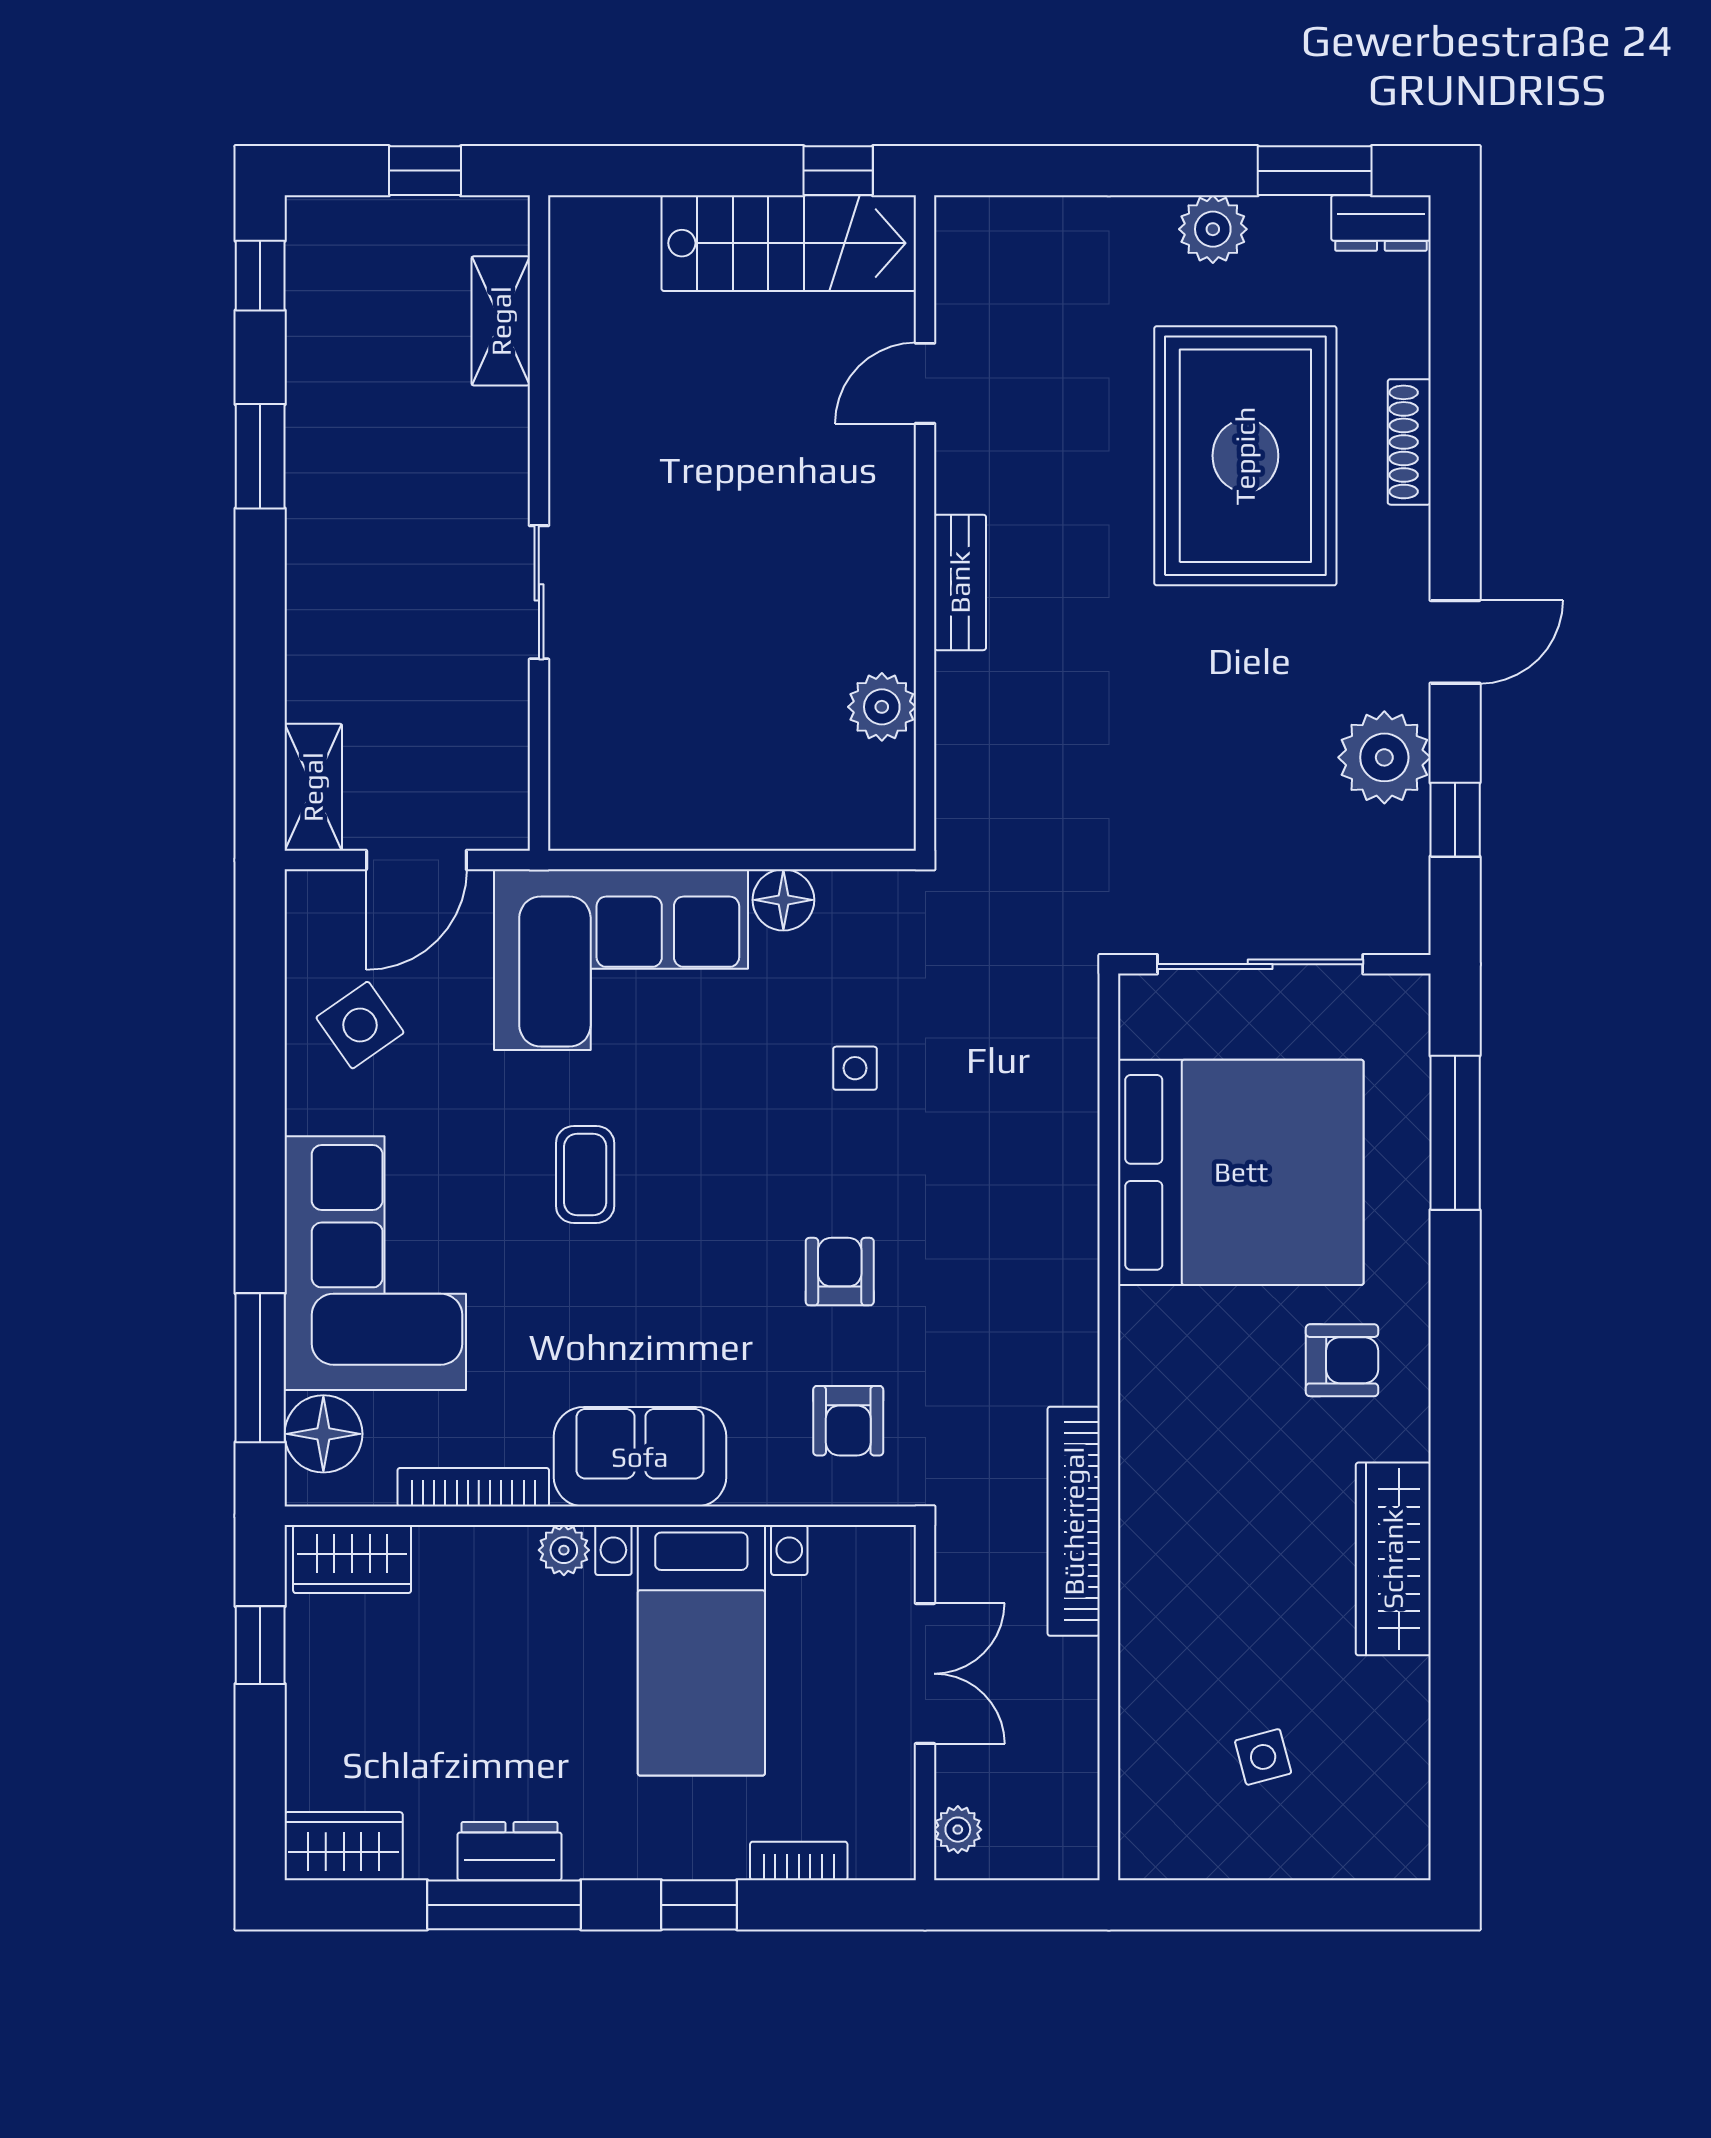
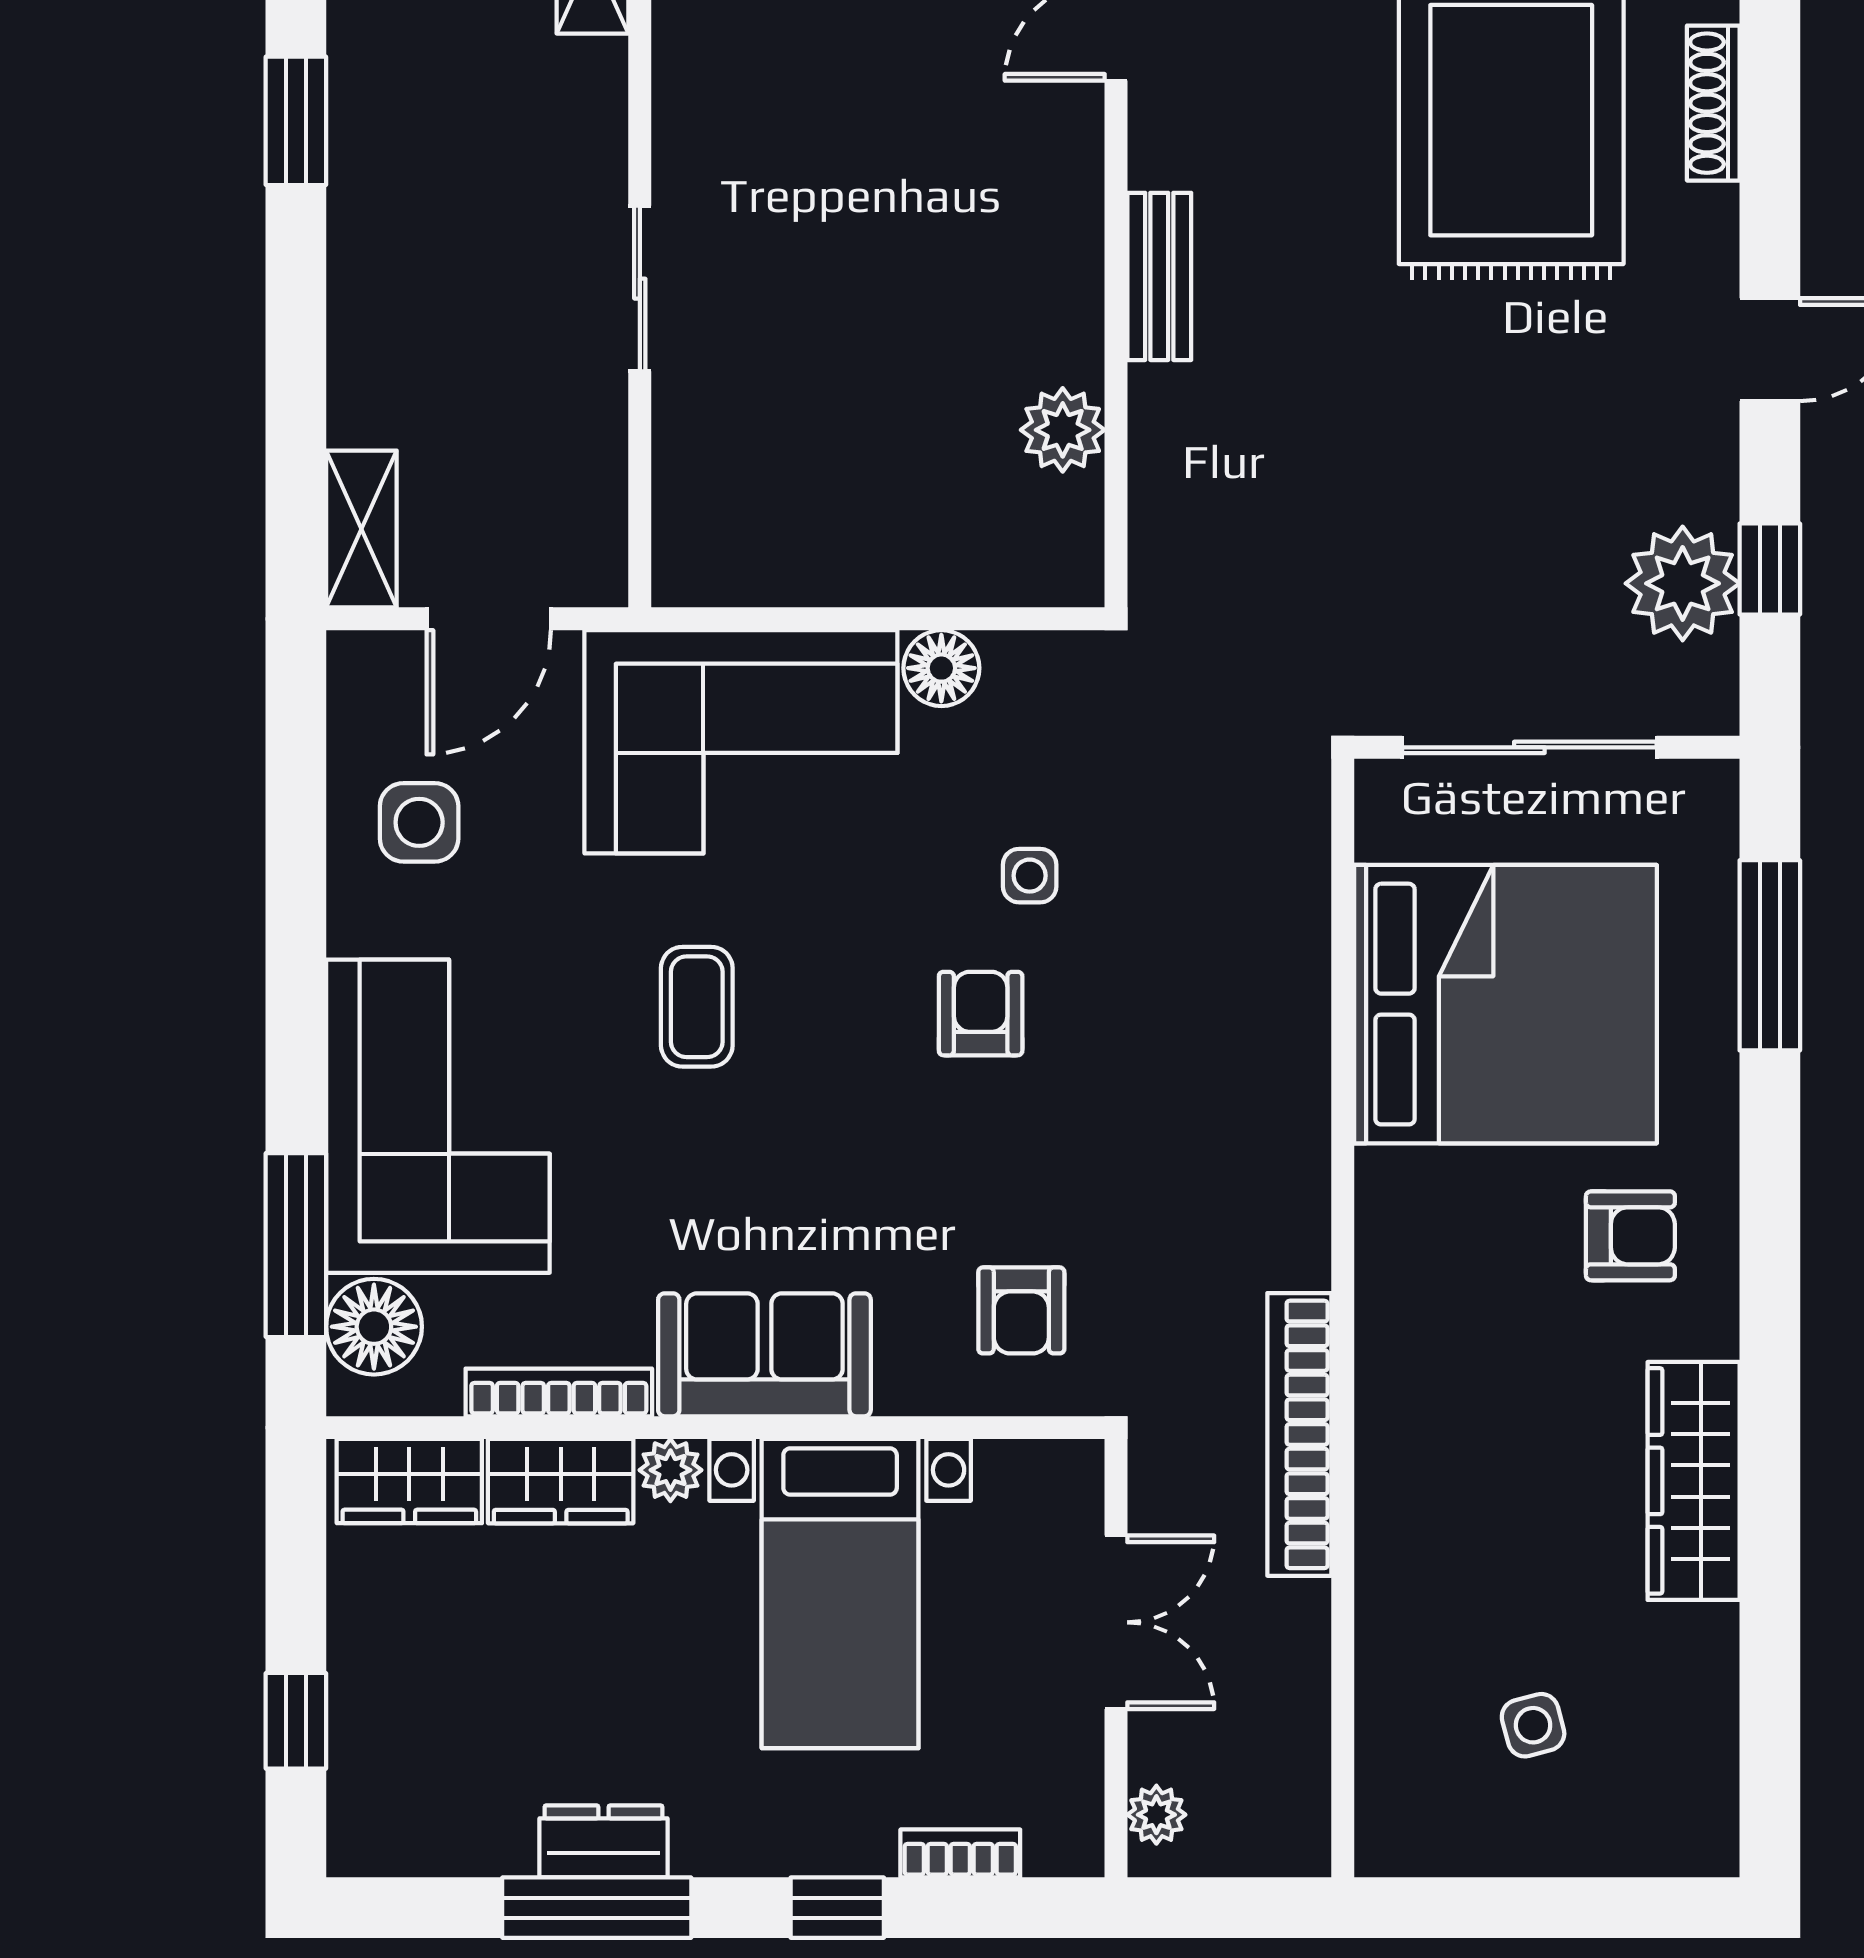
plant: (1384, 757) -> (1683, 583), moved
side table: (360, 1025) -> (419, 822), turned 35
armchair: (840, 1272) -> (981, 1014), moved
window: (260, 1645) -> (296, 1721), moved
wardrobe: (344, 1846) -> (561, 1481), moved, turned 180

